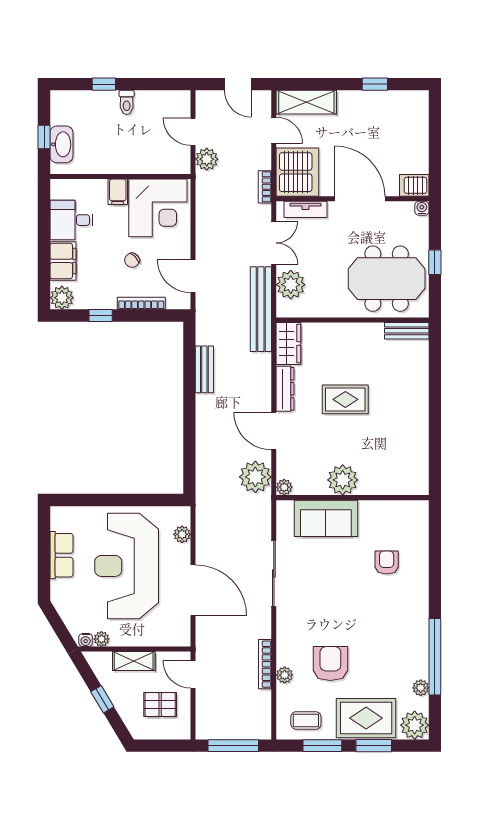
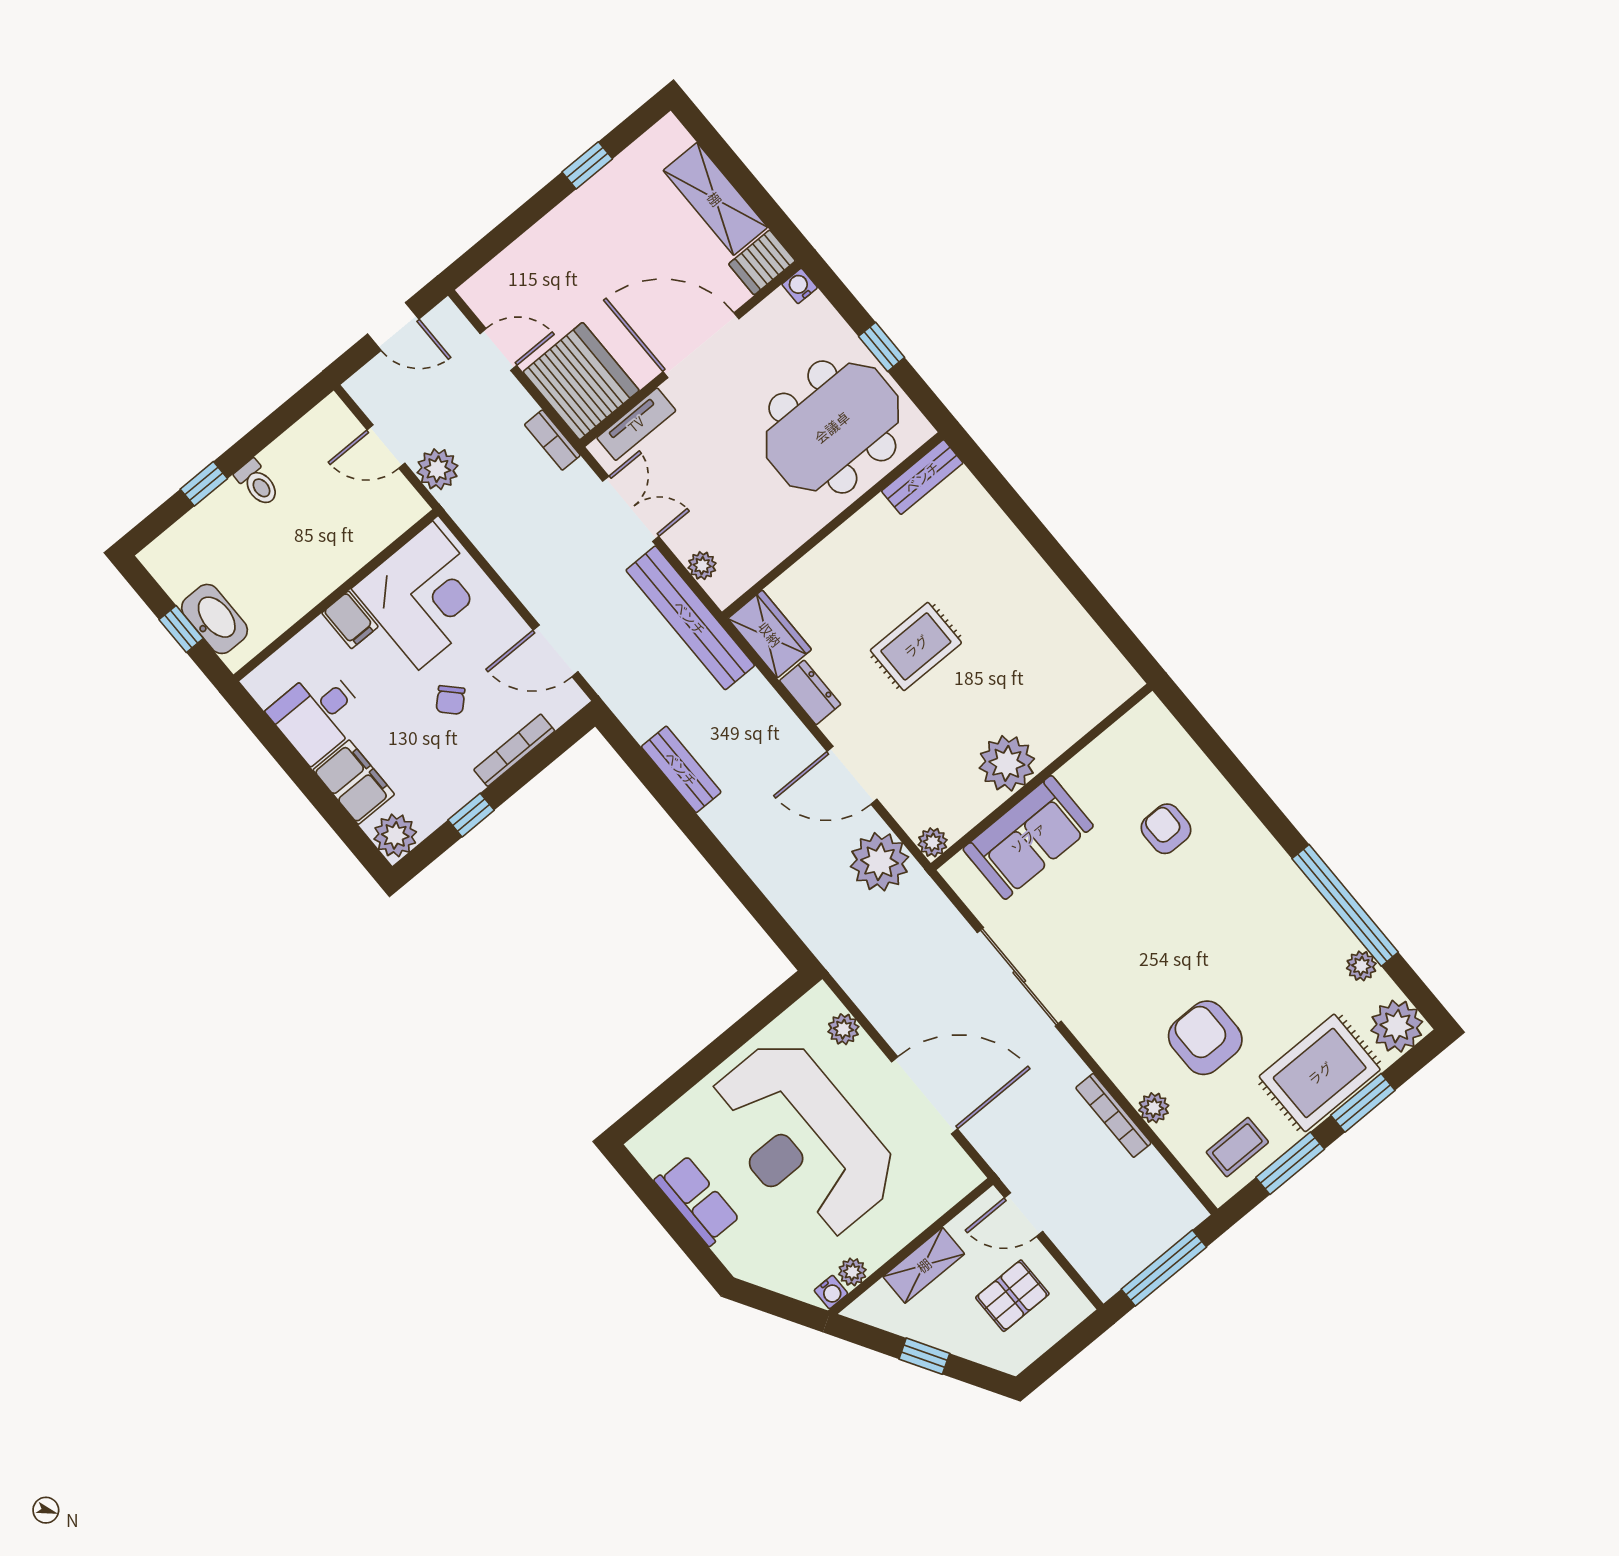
shelving: (306, 102) -> (715, 199), moved, turned 90
plant: (291, 285) -> (702, 566), width x0.53, depth x0.53
dresser: (285, 389) -> (810, 692), width x0.70

